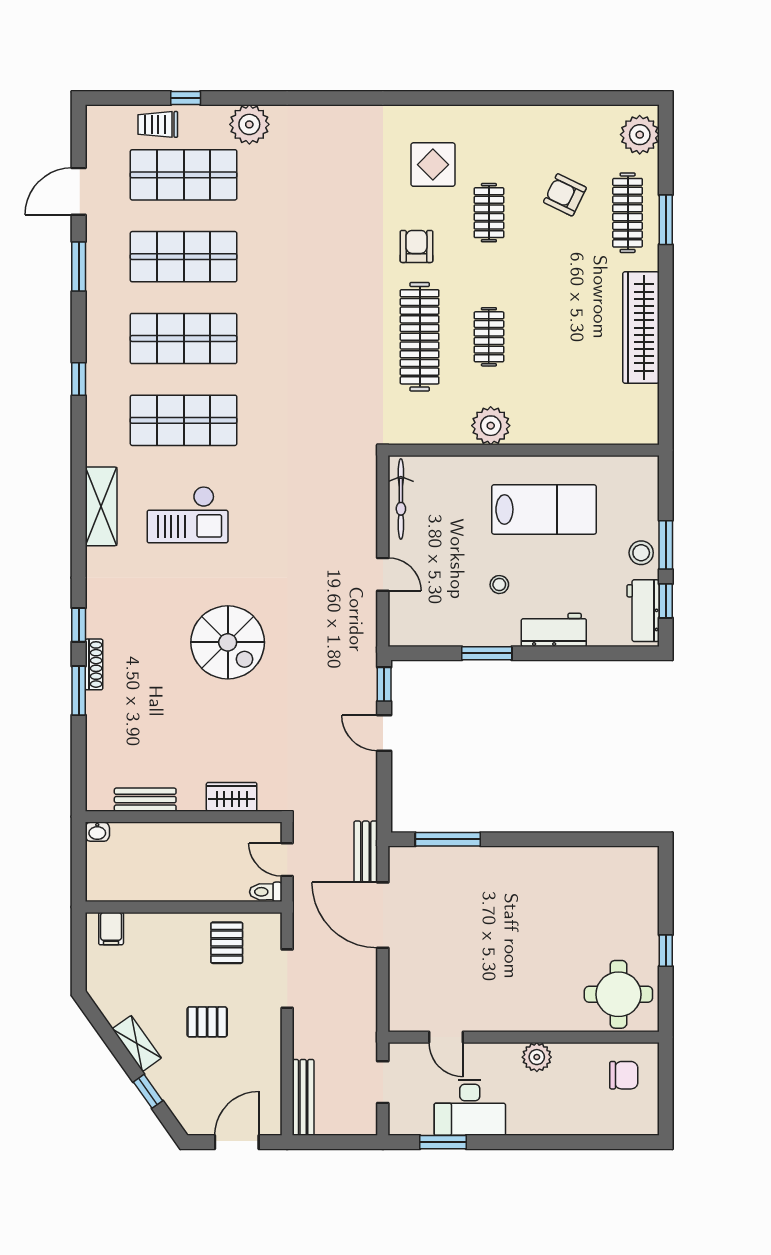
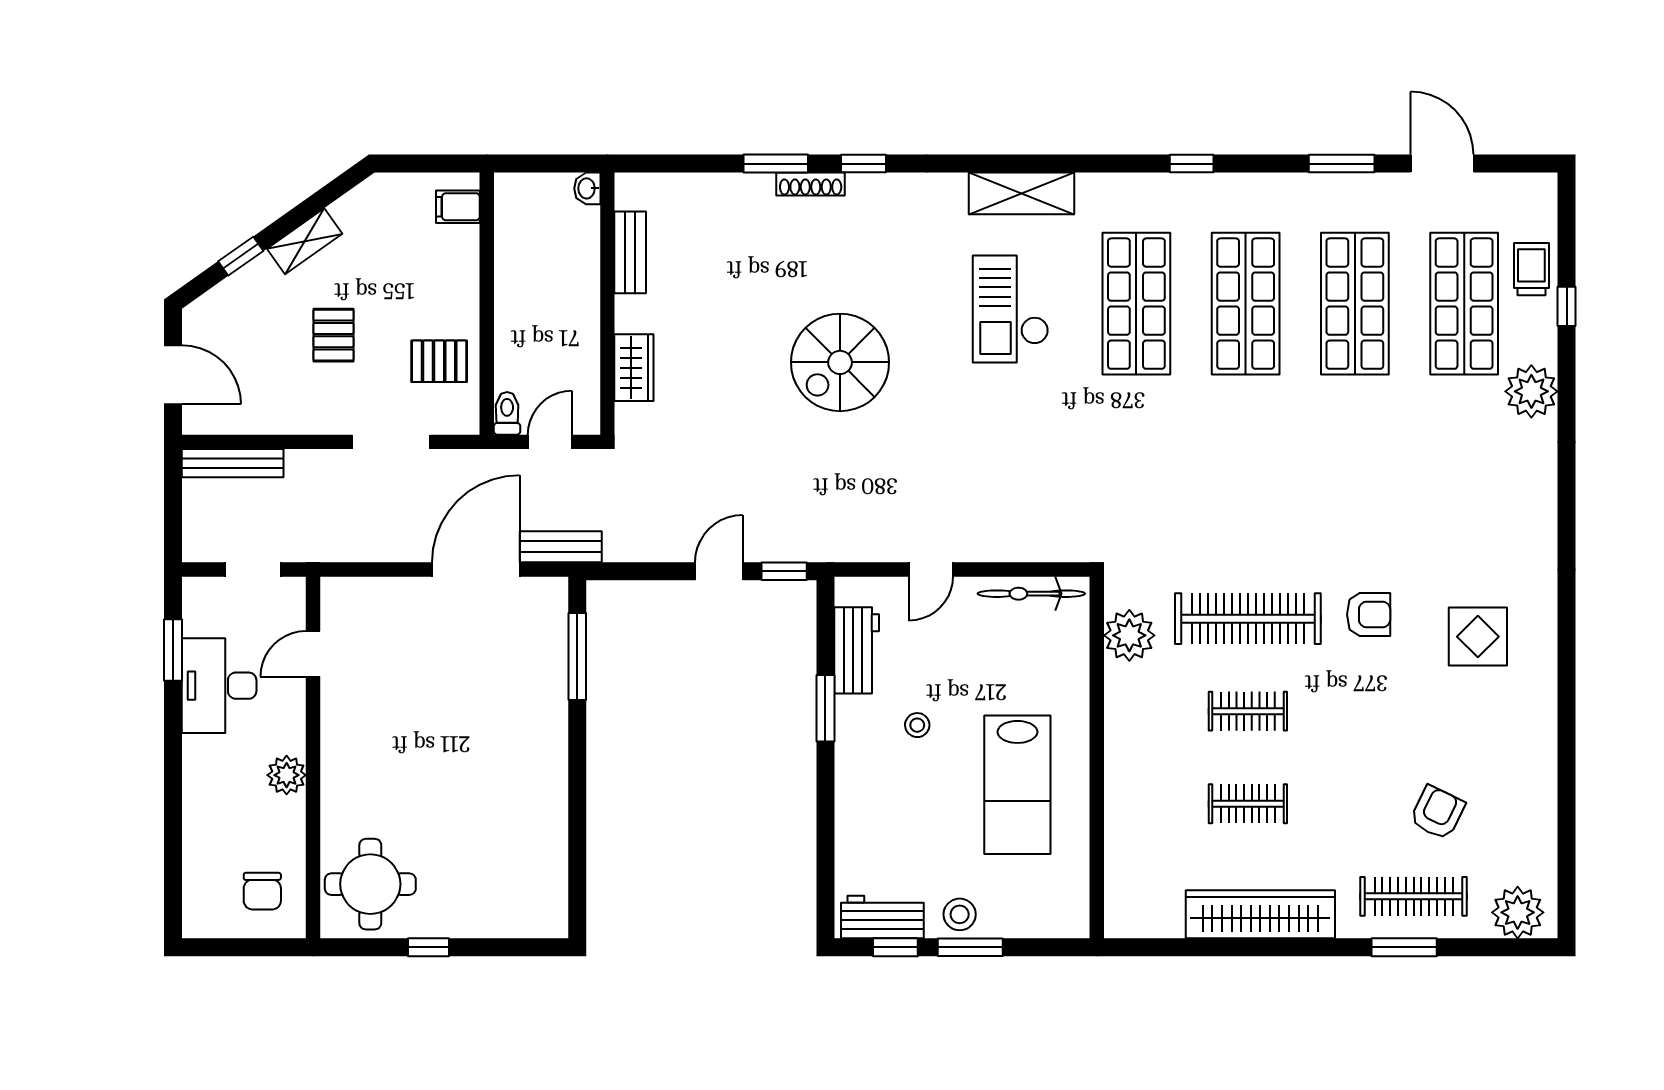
clothes rail: (489, 213) -> (1248, 804), moved
plant: (491, 426) -> (1129, 635), moved
workbench: (554, 630) -> (857, 650), moved

